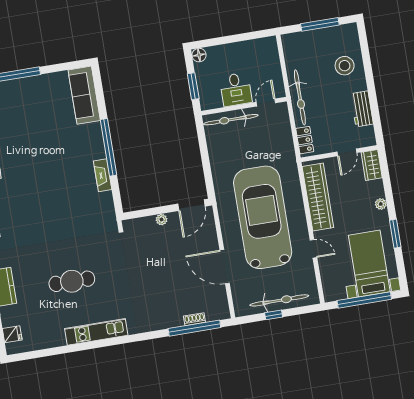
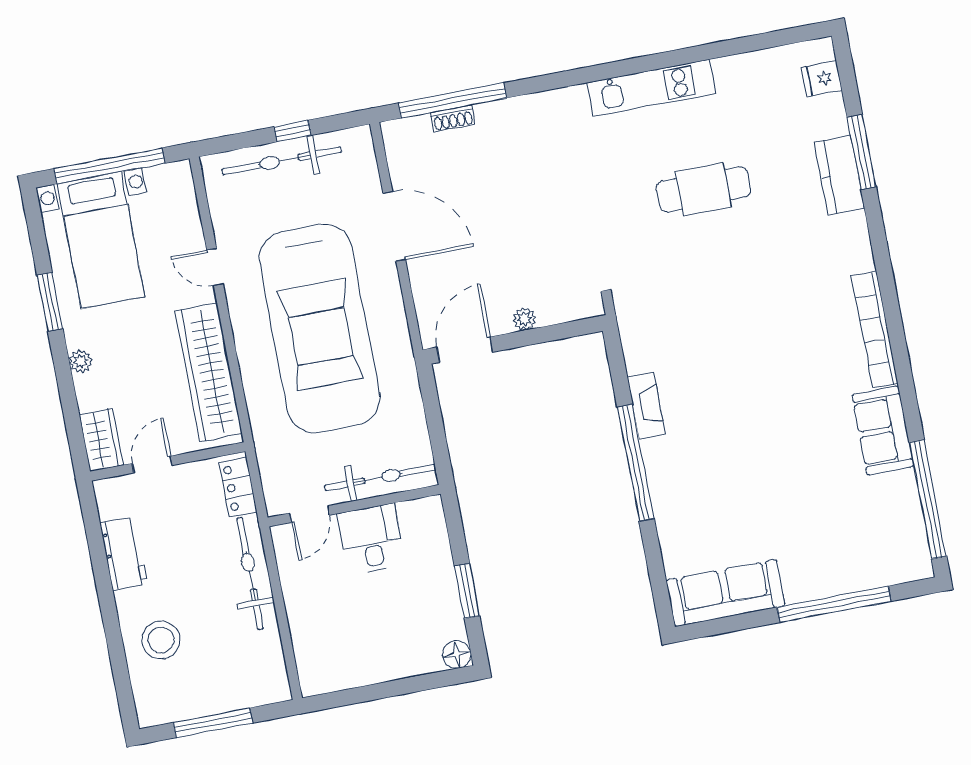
desk: (236, 89) -> (371, 539), moved
sofa: (84, 95) -> (725, 593), moved, turned -90
door: (266, 102) -> (310, 514), moved
wall: (244, 106) -> (354, 506), moved
bicycle: (231, 120) -> (380, 478), moved

